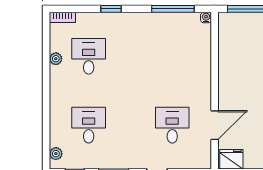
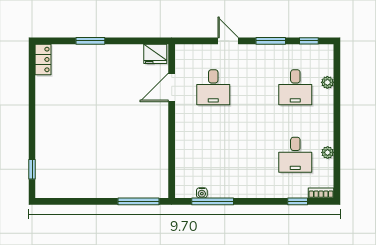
window: (111, 9) -> (298, 201), moved
water cooler: (206, 18) -> (202, 193), moved
plant: (56, 154) -> (327, 82), moved

